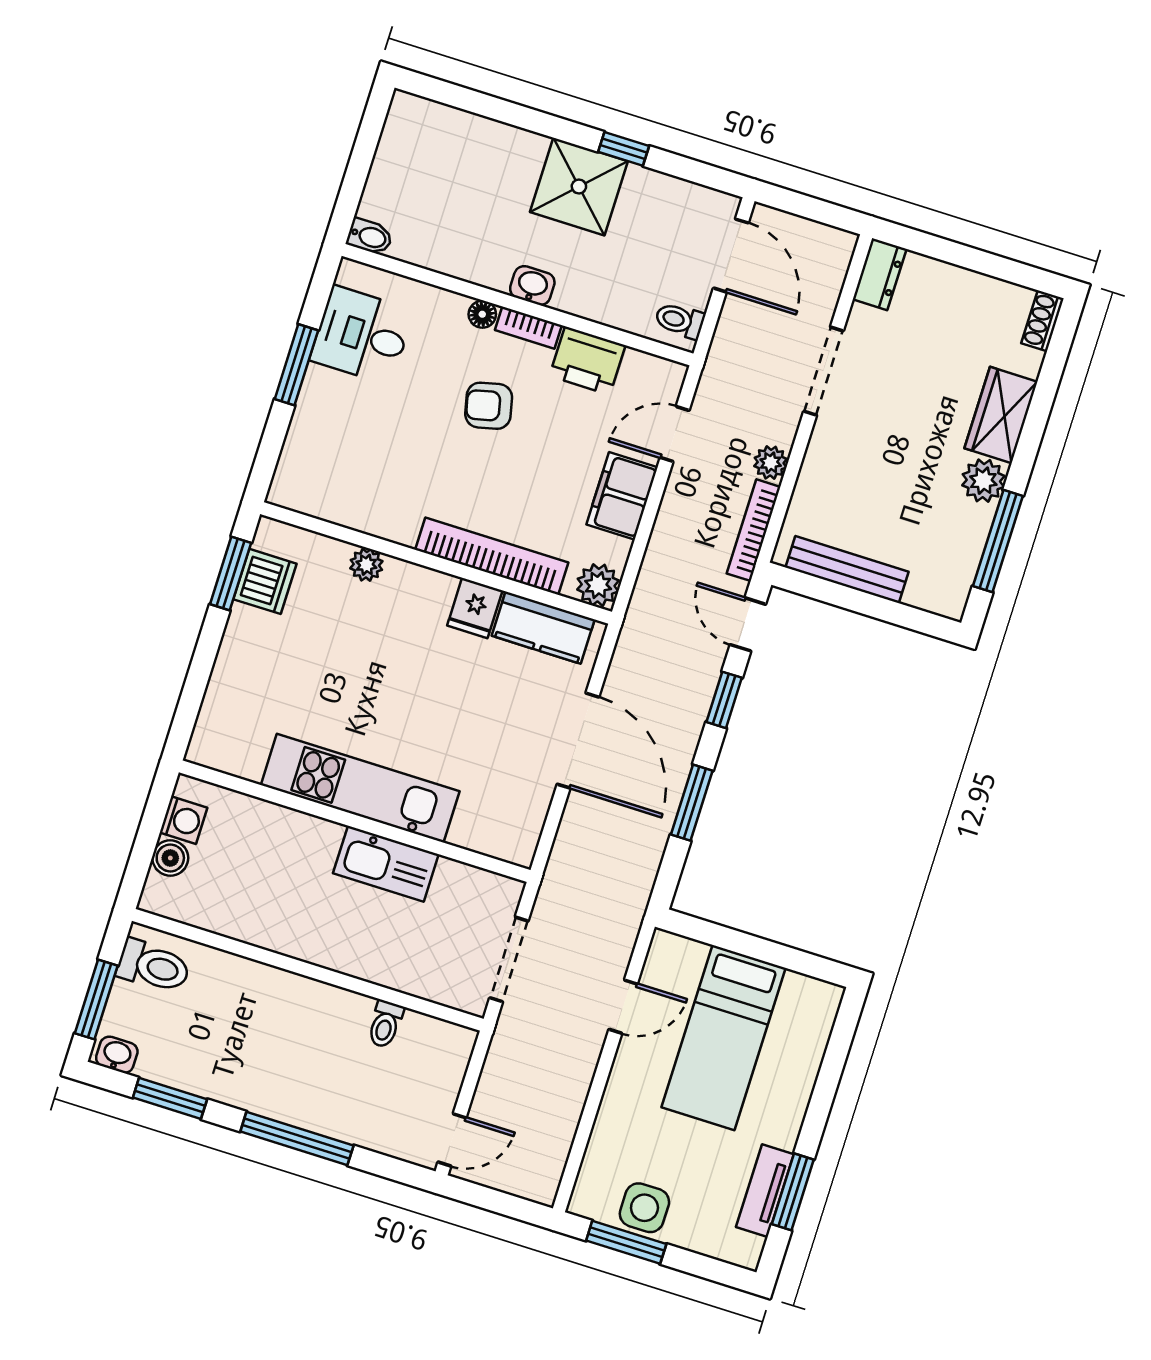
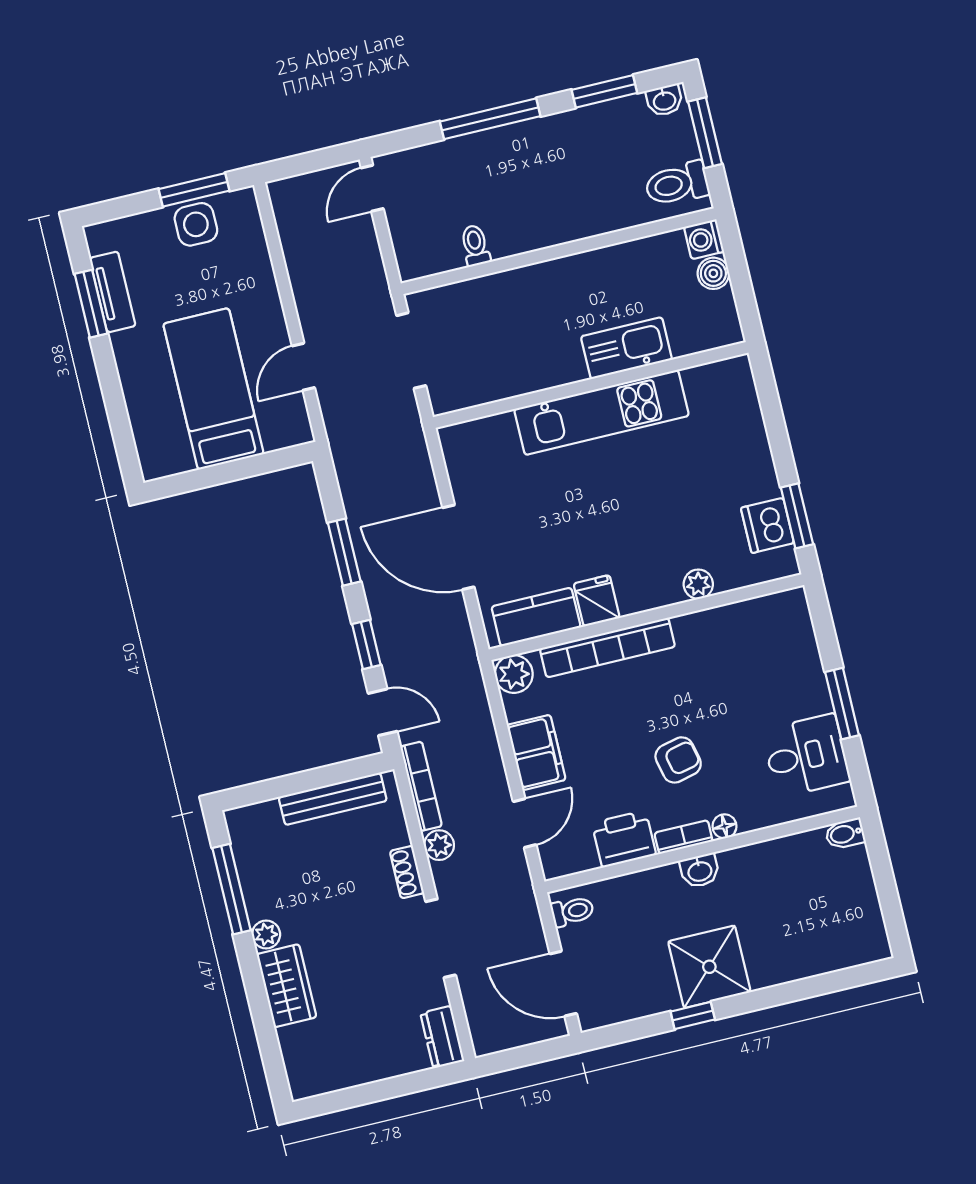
shoe rack: (1042, 321) -> (407, 872), moved, turned 180
plant: (983, 481) -> (266, 934), width x0.73, depth x0.73
washing machine: (184, 820) -> (704, 239), moved
kitchen sink: (386, 864) -> (626, 348), moved

